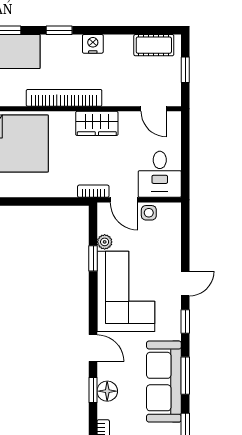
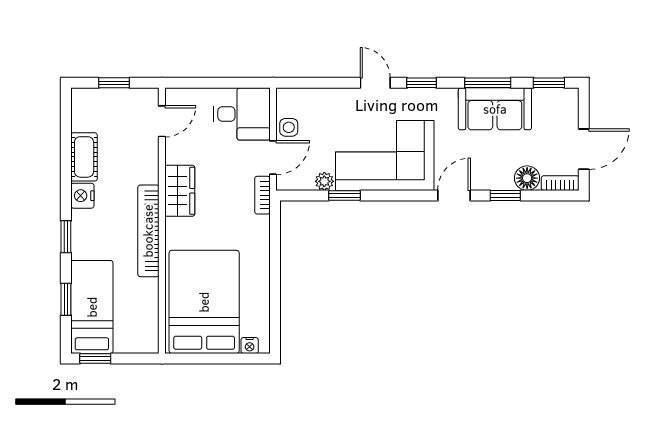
cot: (154, 45) -> (84, 157), moved
sofa: (164, 382) -> (495, 109), width x0.73
floor lamp: (107, 391) -> (527, 178), moved

